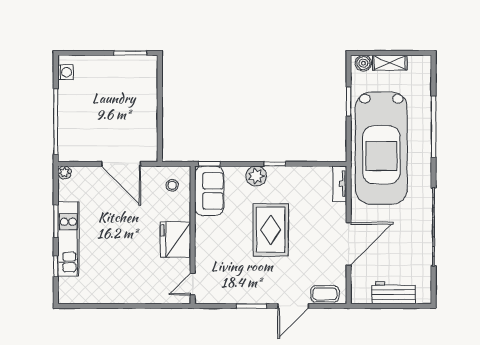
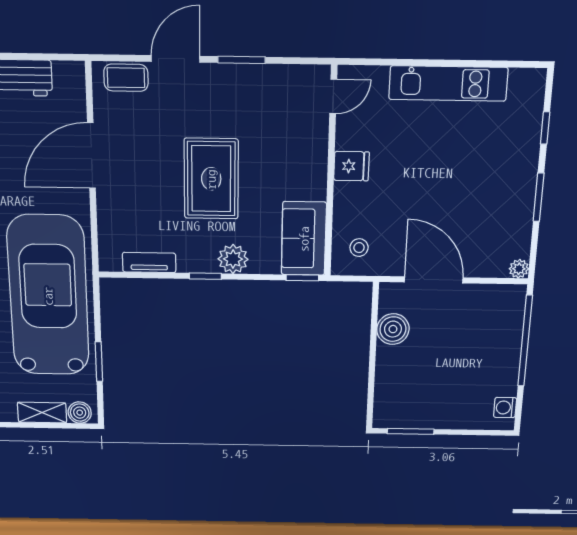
boiler: (147, 129) -> (393, 329), added
tv unit: (340, 184) -> (149, 262), moved, turned -90
kitchen unit: (68, 239) -> (448, 83), moved, turned -90
fridge: (175, 240) -> (351, 166), width x0.53, depth x0.75

